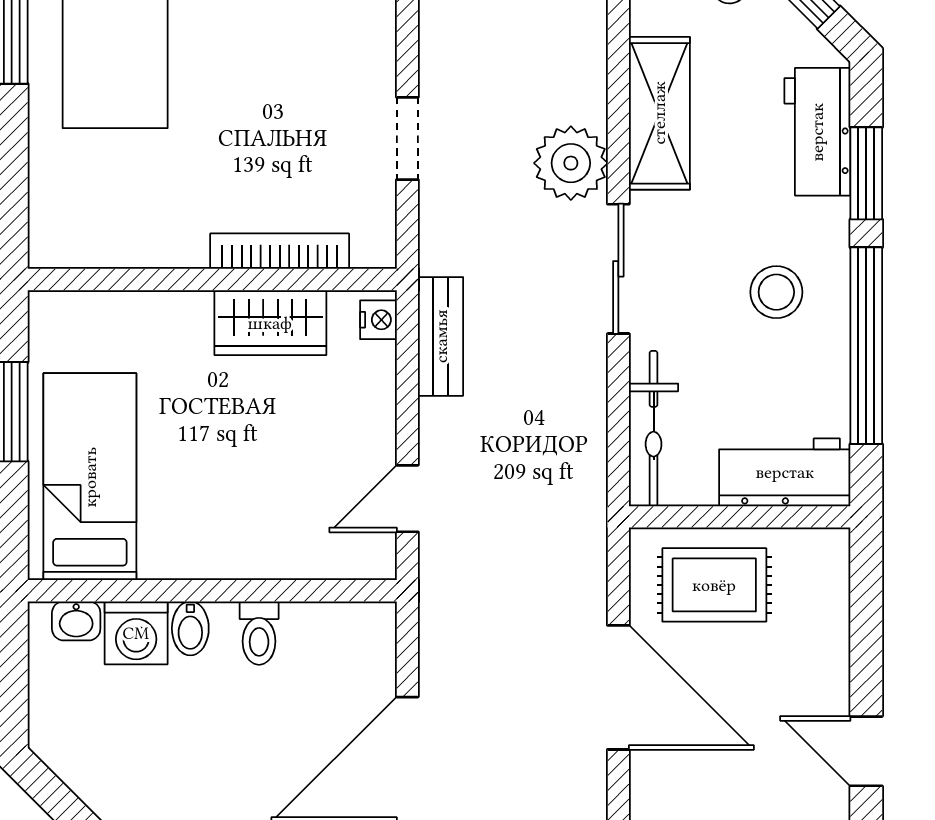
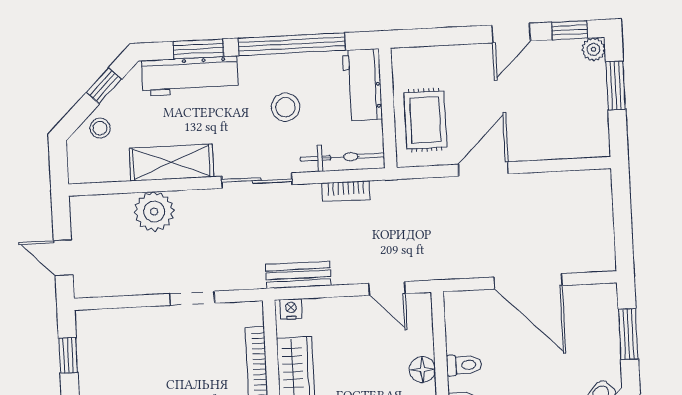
workbench: (817, 132) -> (190, 76), width x1.38
plant: (571, 163) -> (154, 212), moved
stool: (776, 292) -> (285, 107), moved
bookcase: (590, 432) -> (346, 191), added
floor lamp: (255, 556) -> (422, 370), added
door: (618, 687) -> (483, 169), width x0.73

